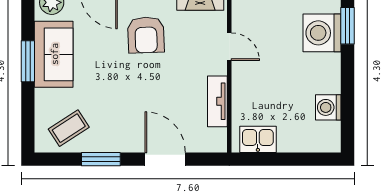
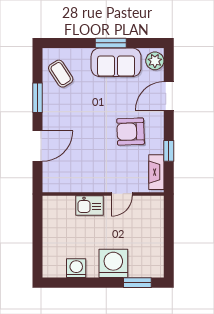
washing machine: (322, 33) -> (113, 263), moved
tv unit: (217, 101) -> (81, 185), removed
kitchen sink: (258, 139) -> (89, 205), moved, turned 90

